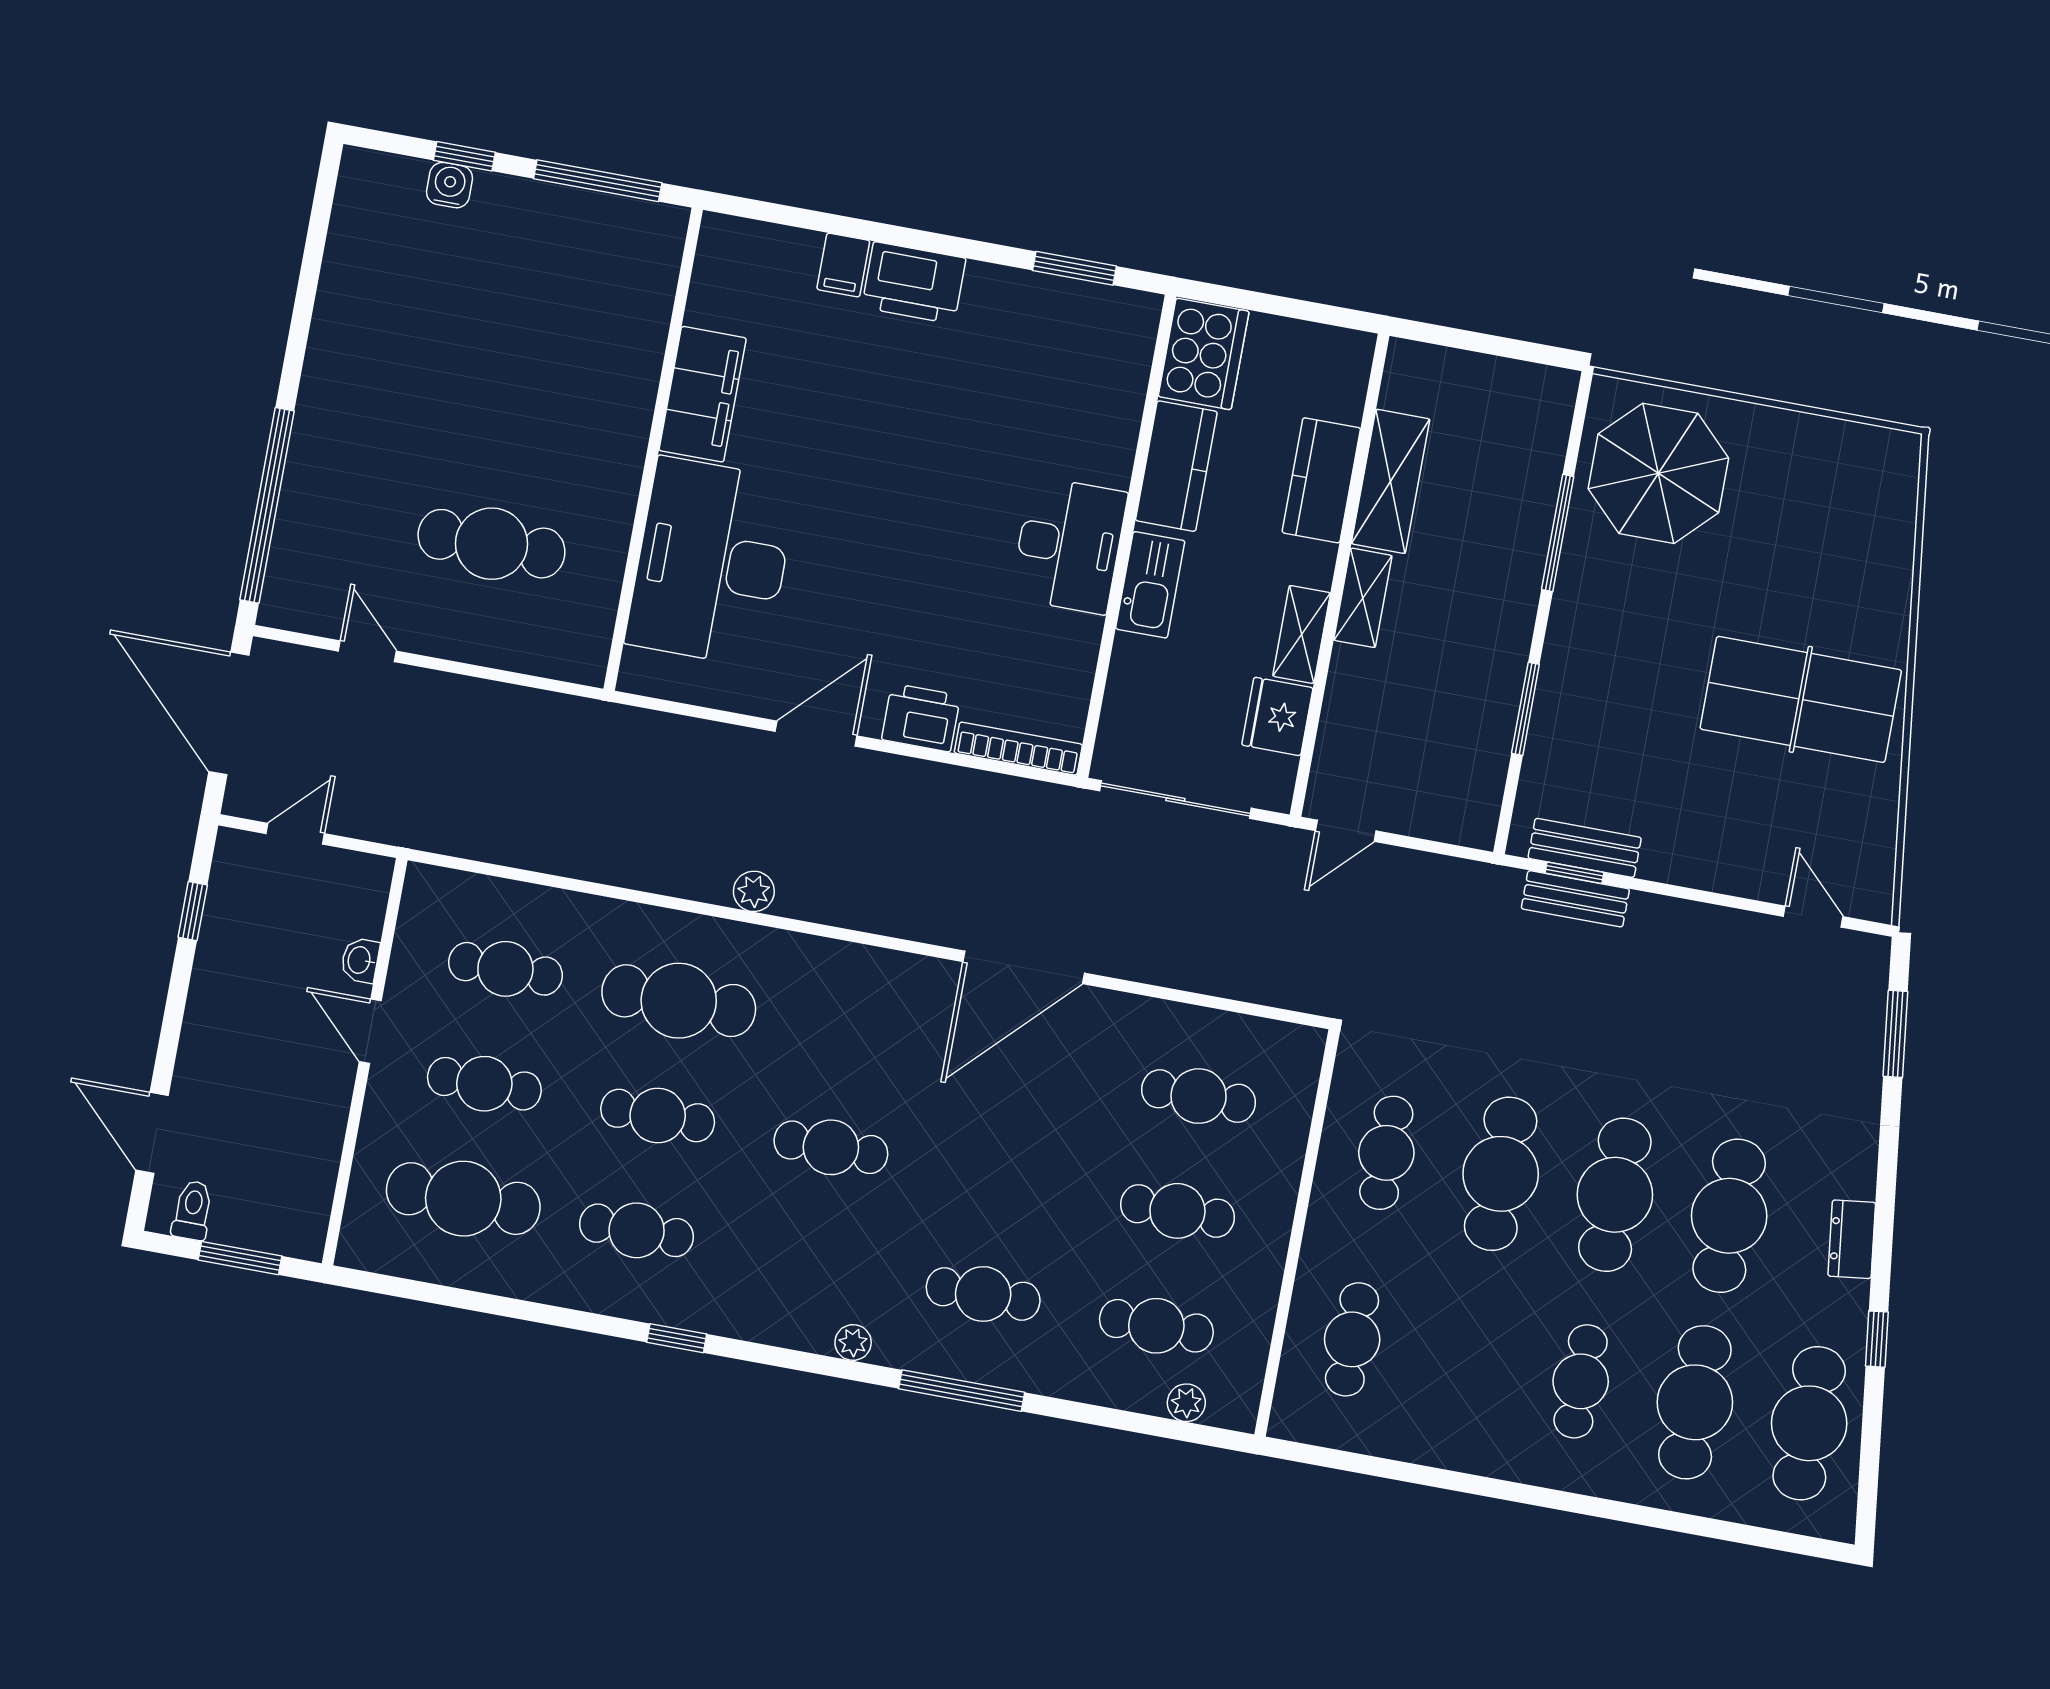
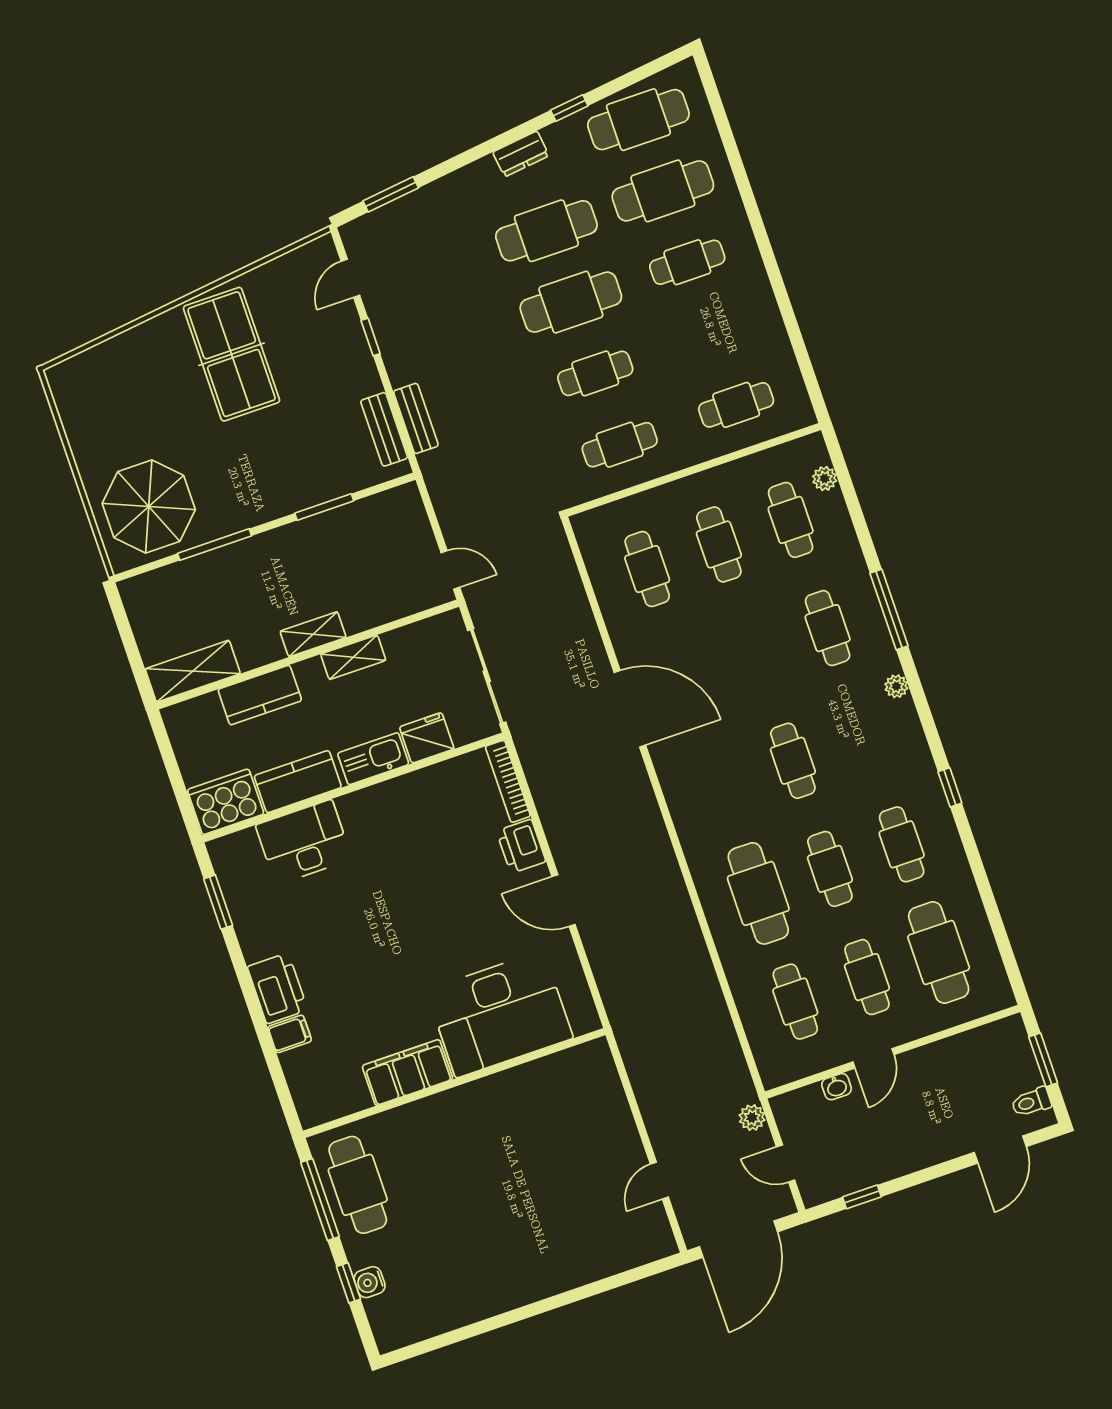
shelving: (1391, 481) -> (193, 671), moved
window: (267, 505) -> (609, 1284), removed
cafe table: (491, 544) -> (358, 1185), moved
desk: (1069, 545) -> (304, 842), moved
fridge: (1277, 716) -> (427, 738), moved, turned 180
window: (1575, 873) -> (371, 337), moved
plant: (754, 891) -> (752, 1118), moved
cafe table: (1501, 1174) -> (595, 373), width x0.73, depth x0.74

